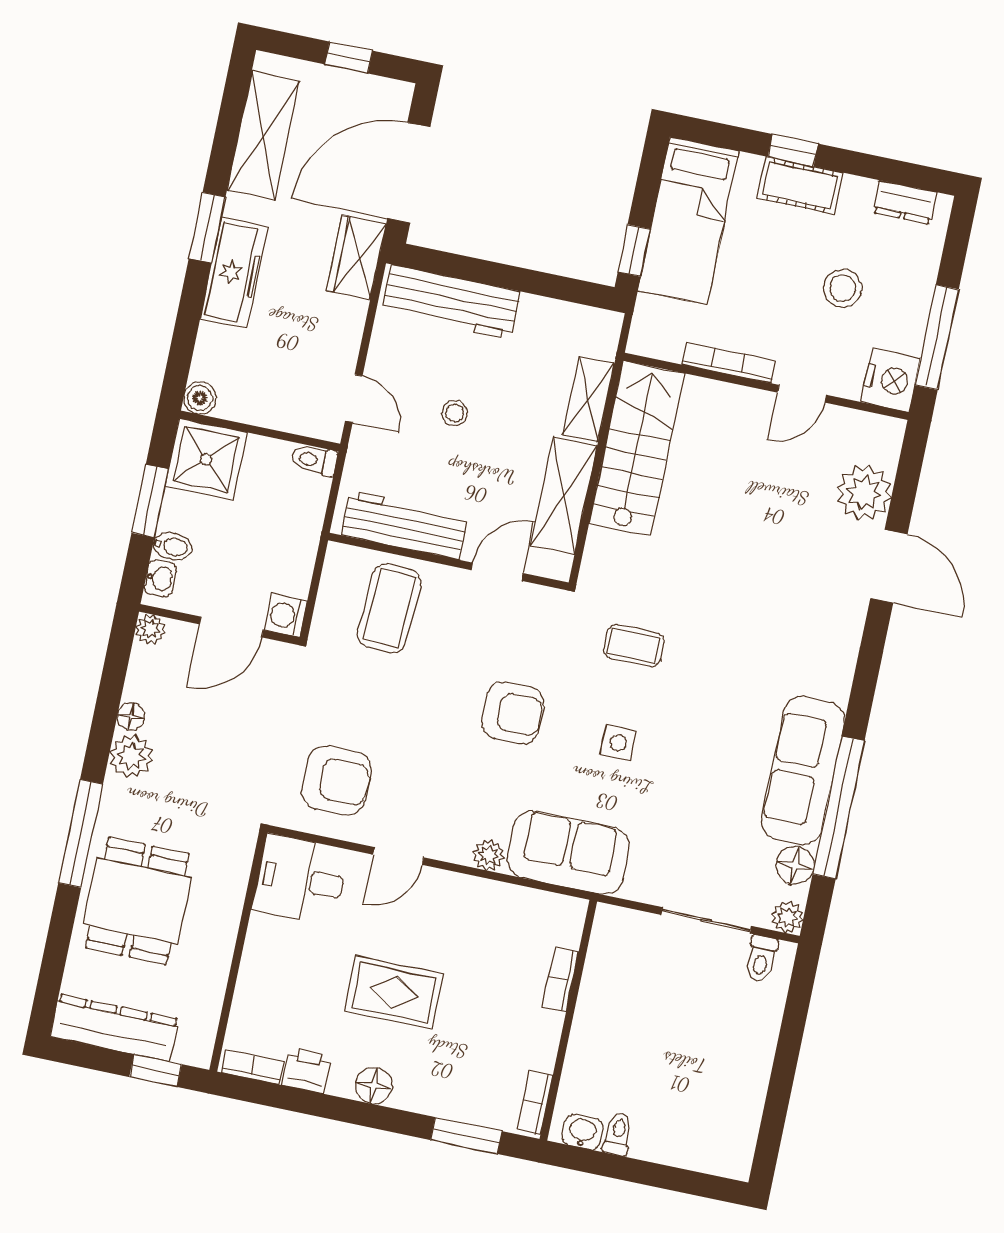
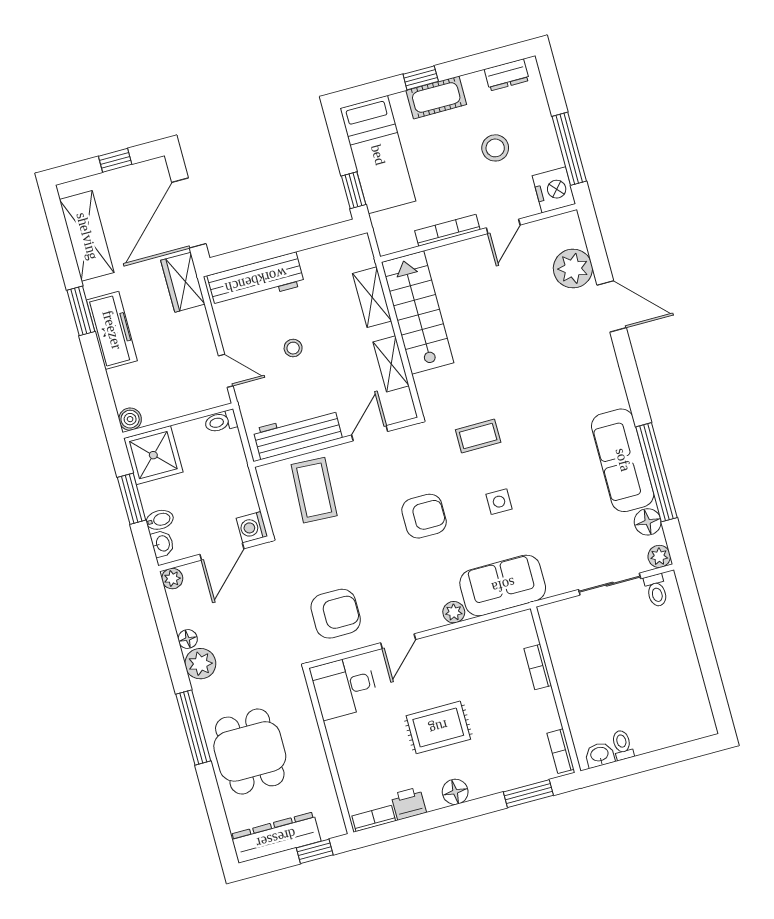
shelving: (564, 496) -> (391, 364), width x0.67, depth x0.75

